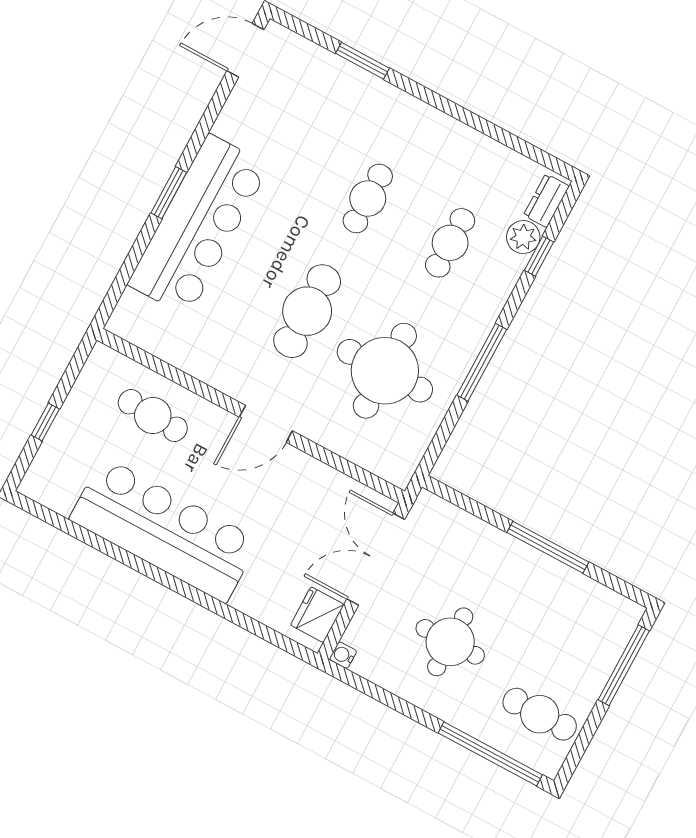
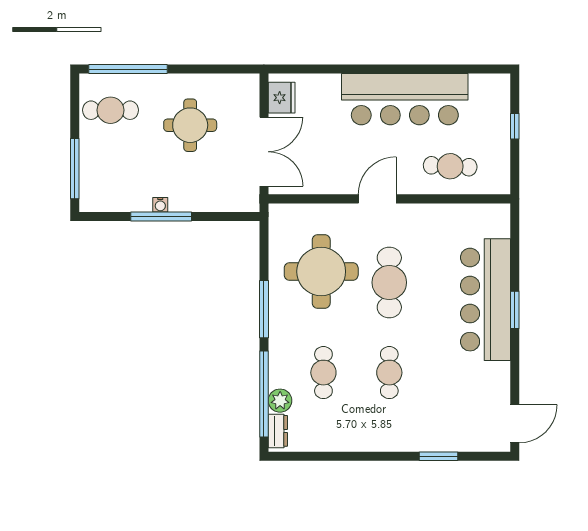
window: (539, 256) -> (264, 394), width x3.17
water cooler: (343, 655) -> (160, 205), moved, turned 90

